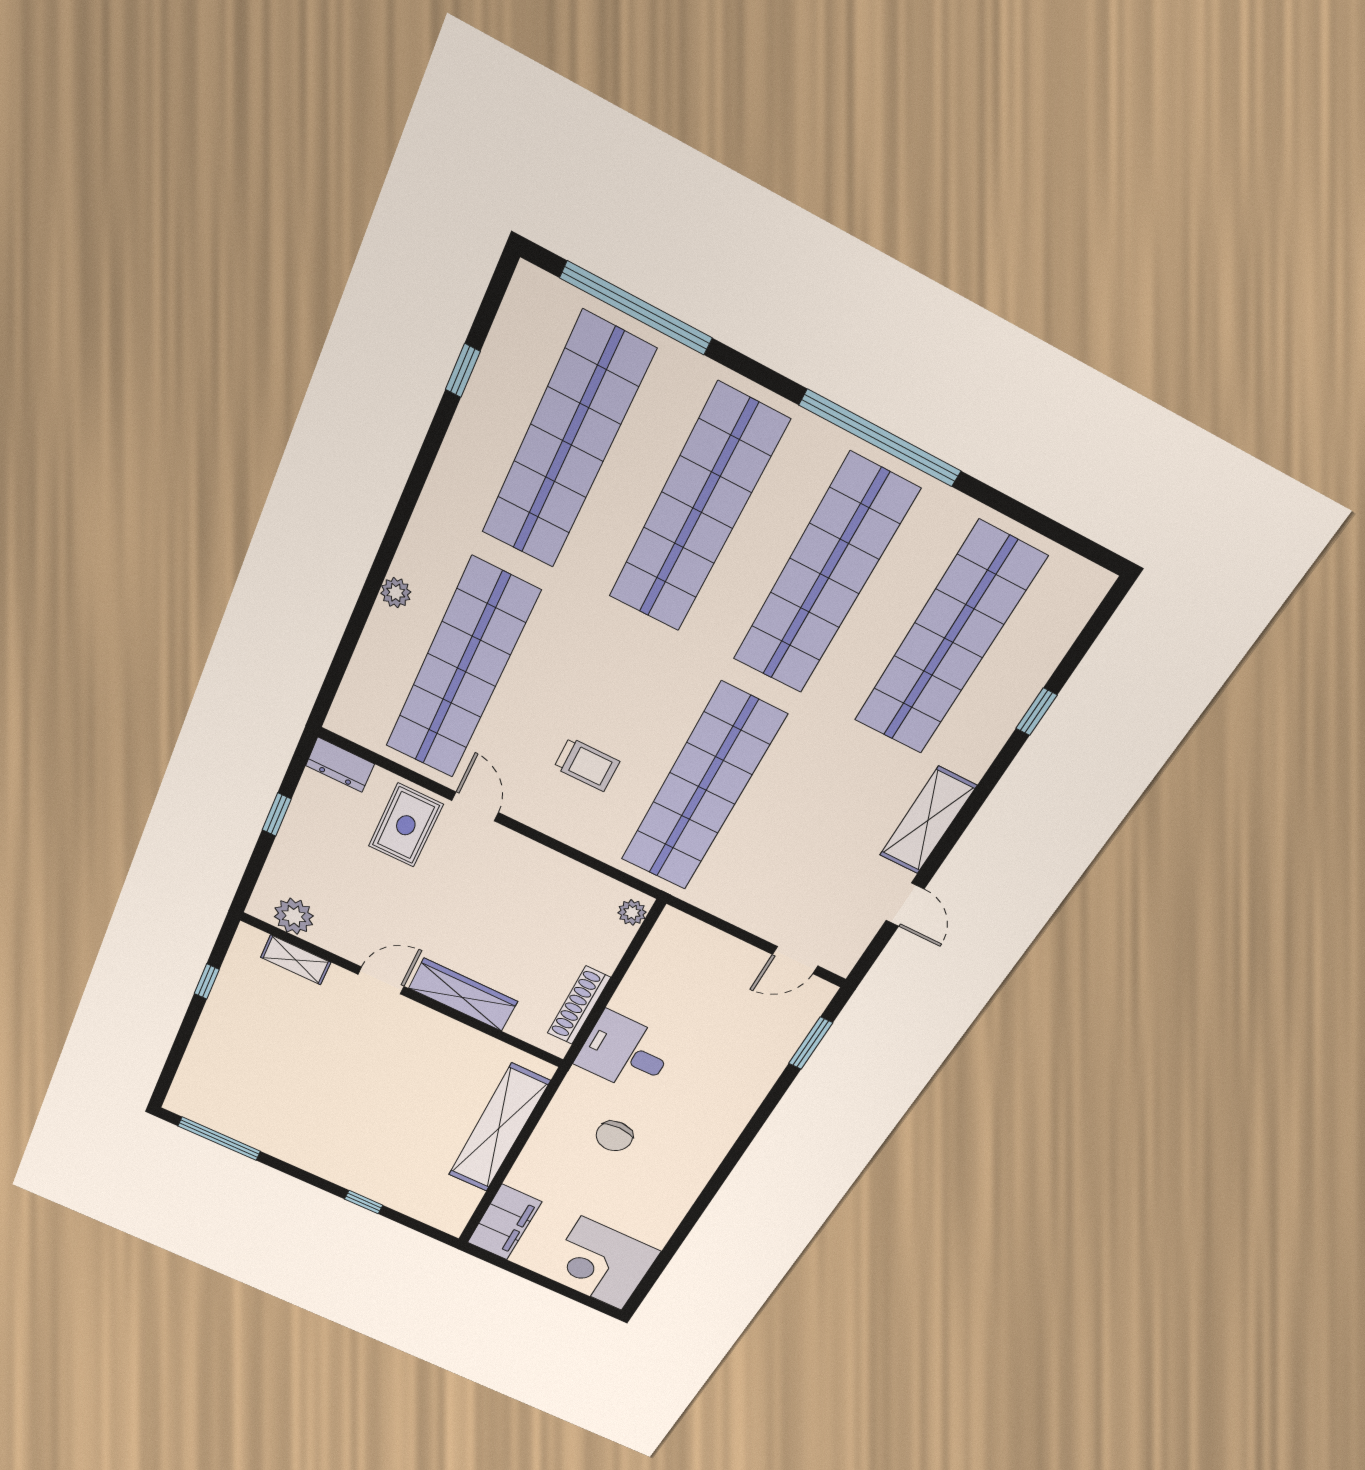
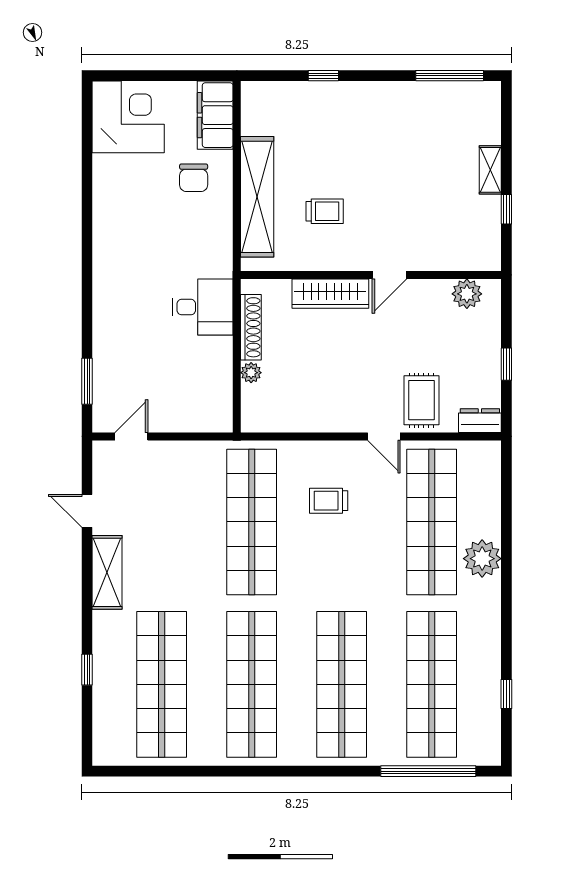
window: (880, 438) -> (264, 771), removed
plant: (396, 593) -> (482, 559), width x1.88, depth x1.88
plant: (632, 912) -> (251, 373), moved
shelving: (296, 960) -> (490, 170), moved, turned 90
trolley: (427, 1079) -> (325, 211), added
chair: (614, 1136) -> (194, 178), moved, turned 180

